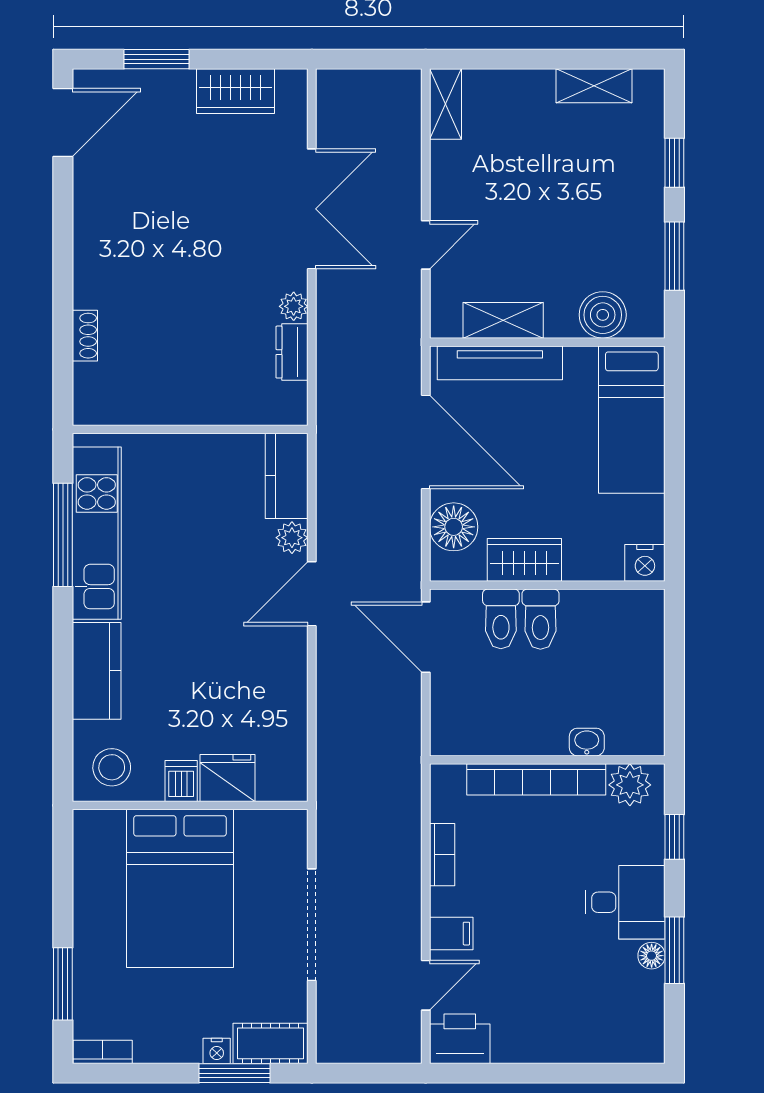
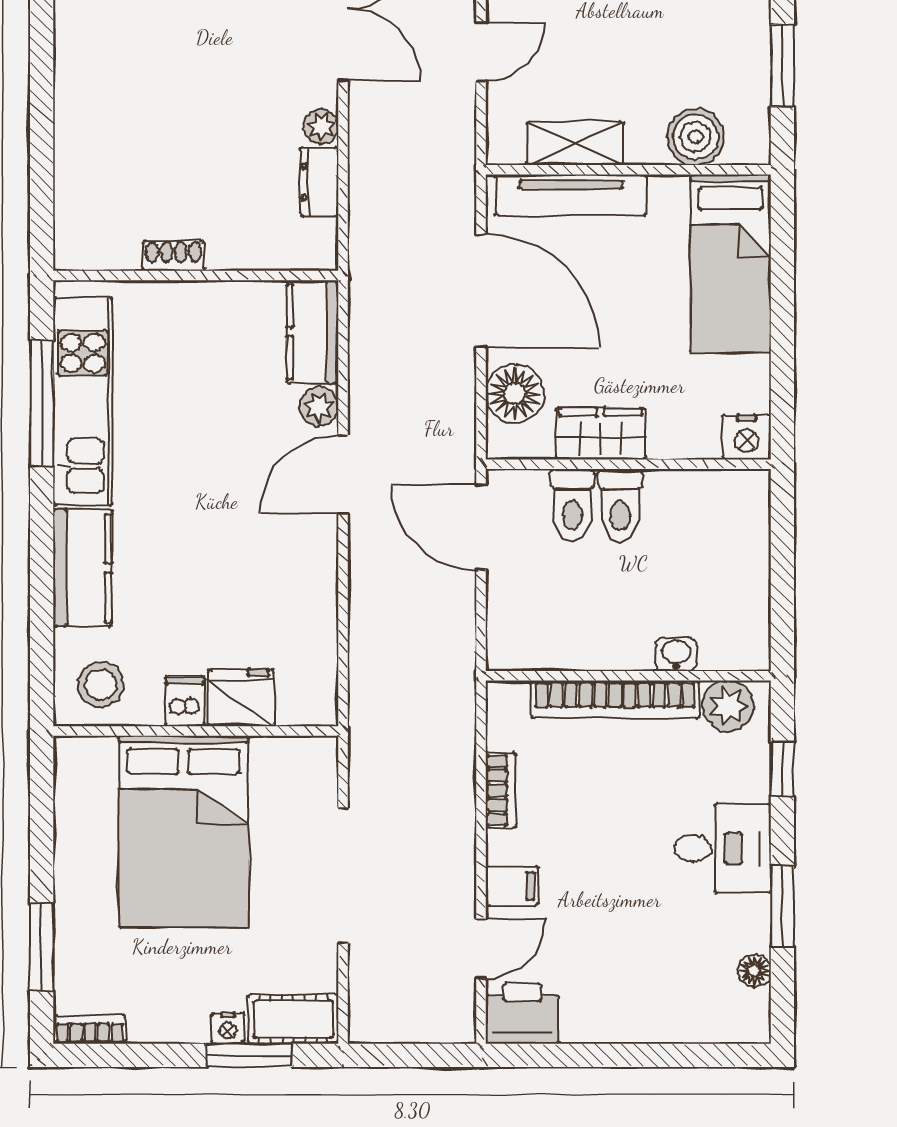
shoe rack: (85, 336) -> (174, 256), moved, turned -90
floor lamp: (652, 956) -> (755, 971), moved

